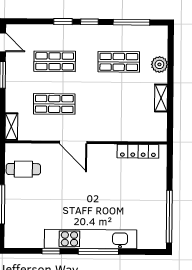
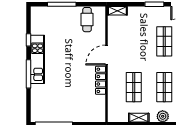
shop shelf: (54, 104) -> (134, 87), moved
locker: (138, 151) -> (101, 80), moved
kitchen unit: (91, 239) -> (37, 59), width x0.73

